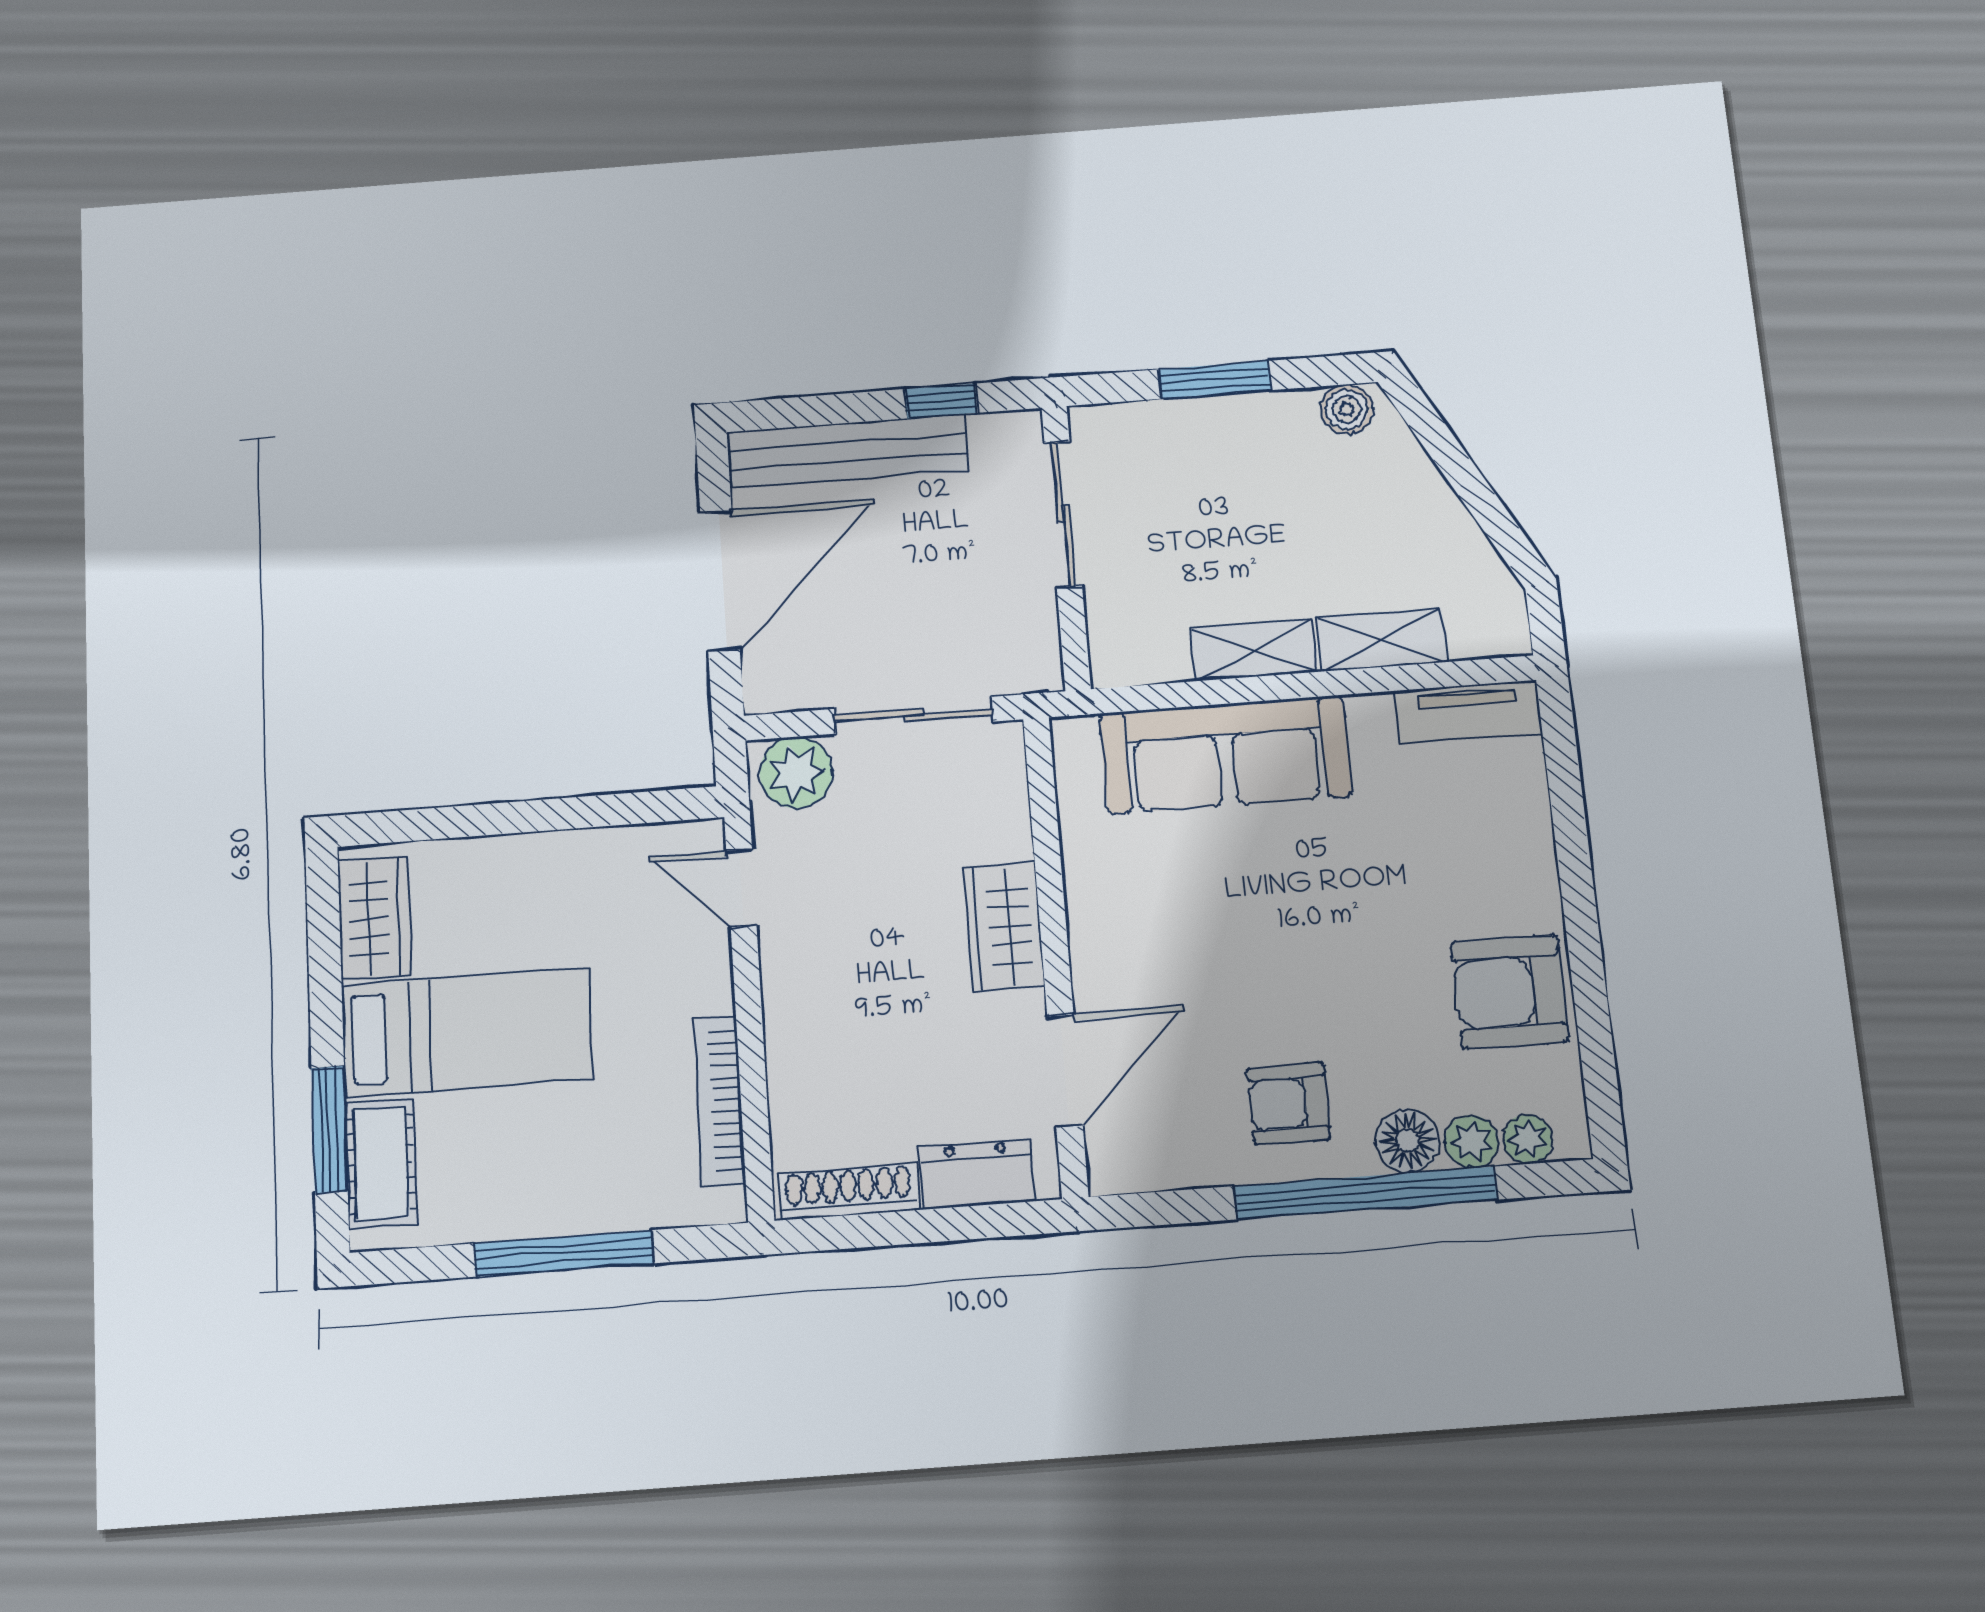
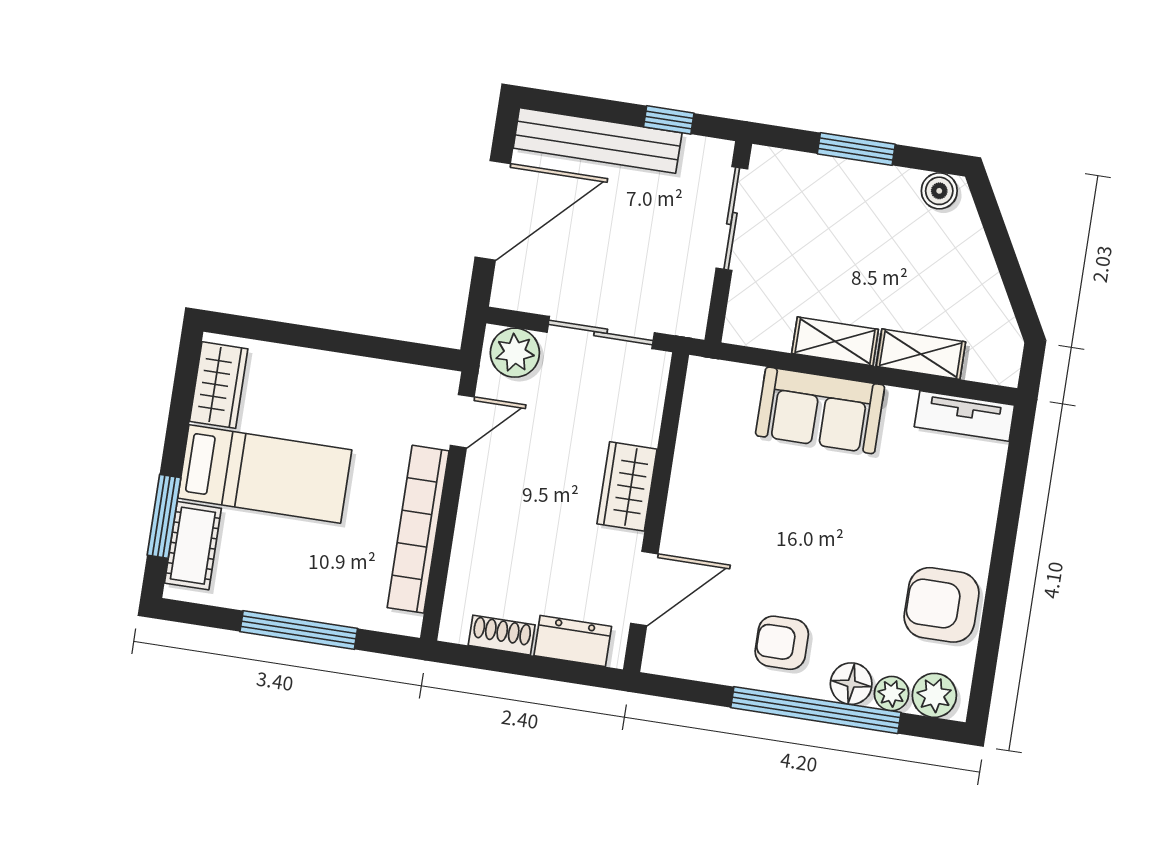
sofa: (1225, 755) -> (820, 410), width x0.73
door: (741, 888) -> (462, 421), swing flipped
bookcase: (719, 1101) -> (418, 529), width x1.48, depth x1.31
plant: (1528, 1139) -> (934, 695), width x1.38, depth x1.38
shoe rack: (848, 1191) -> (502, 635), width x0.70

